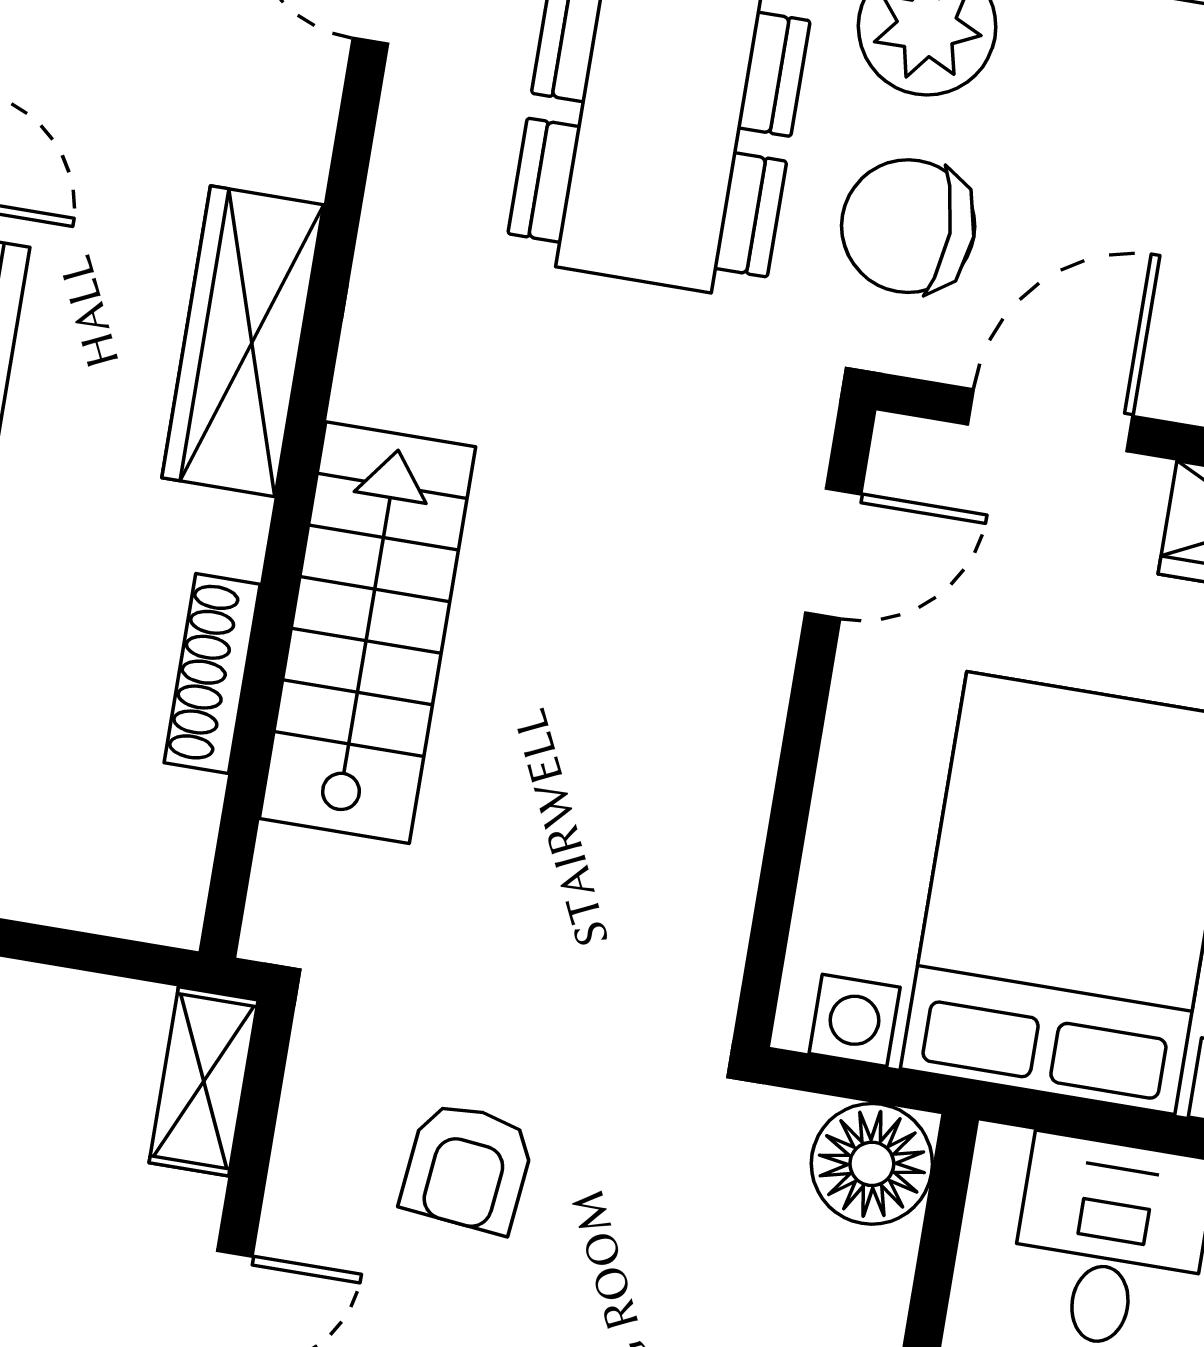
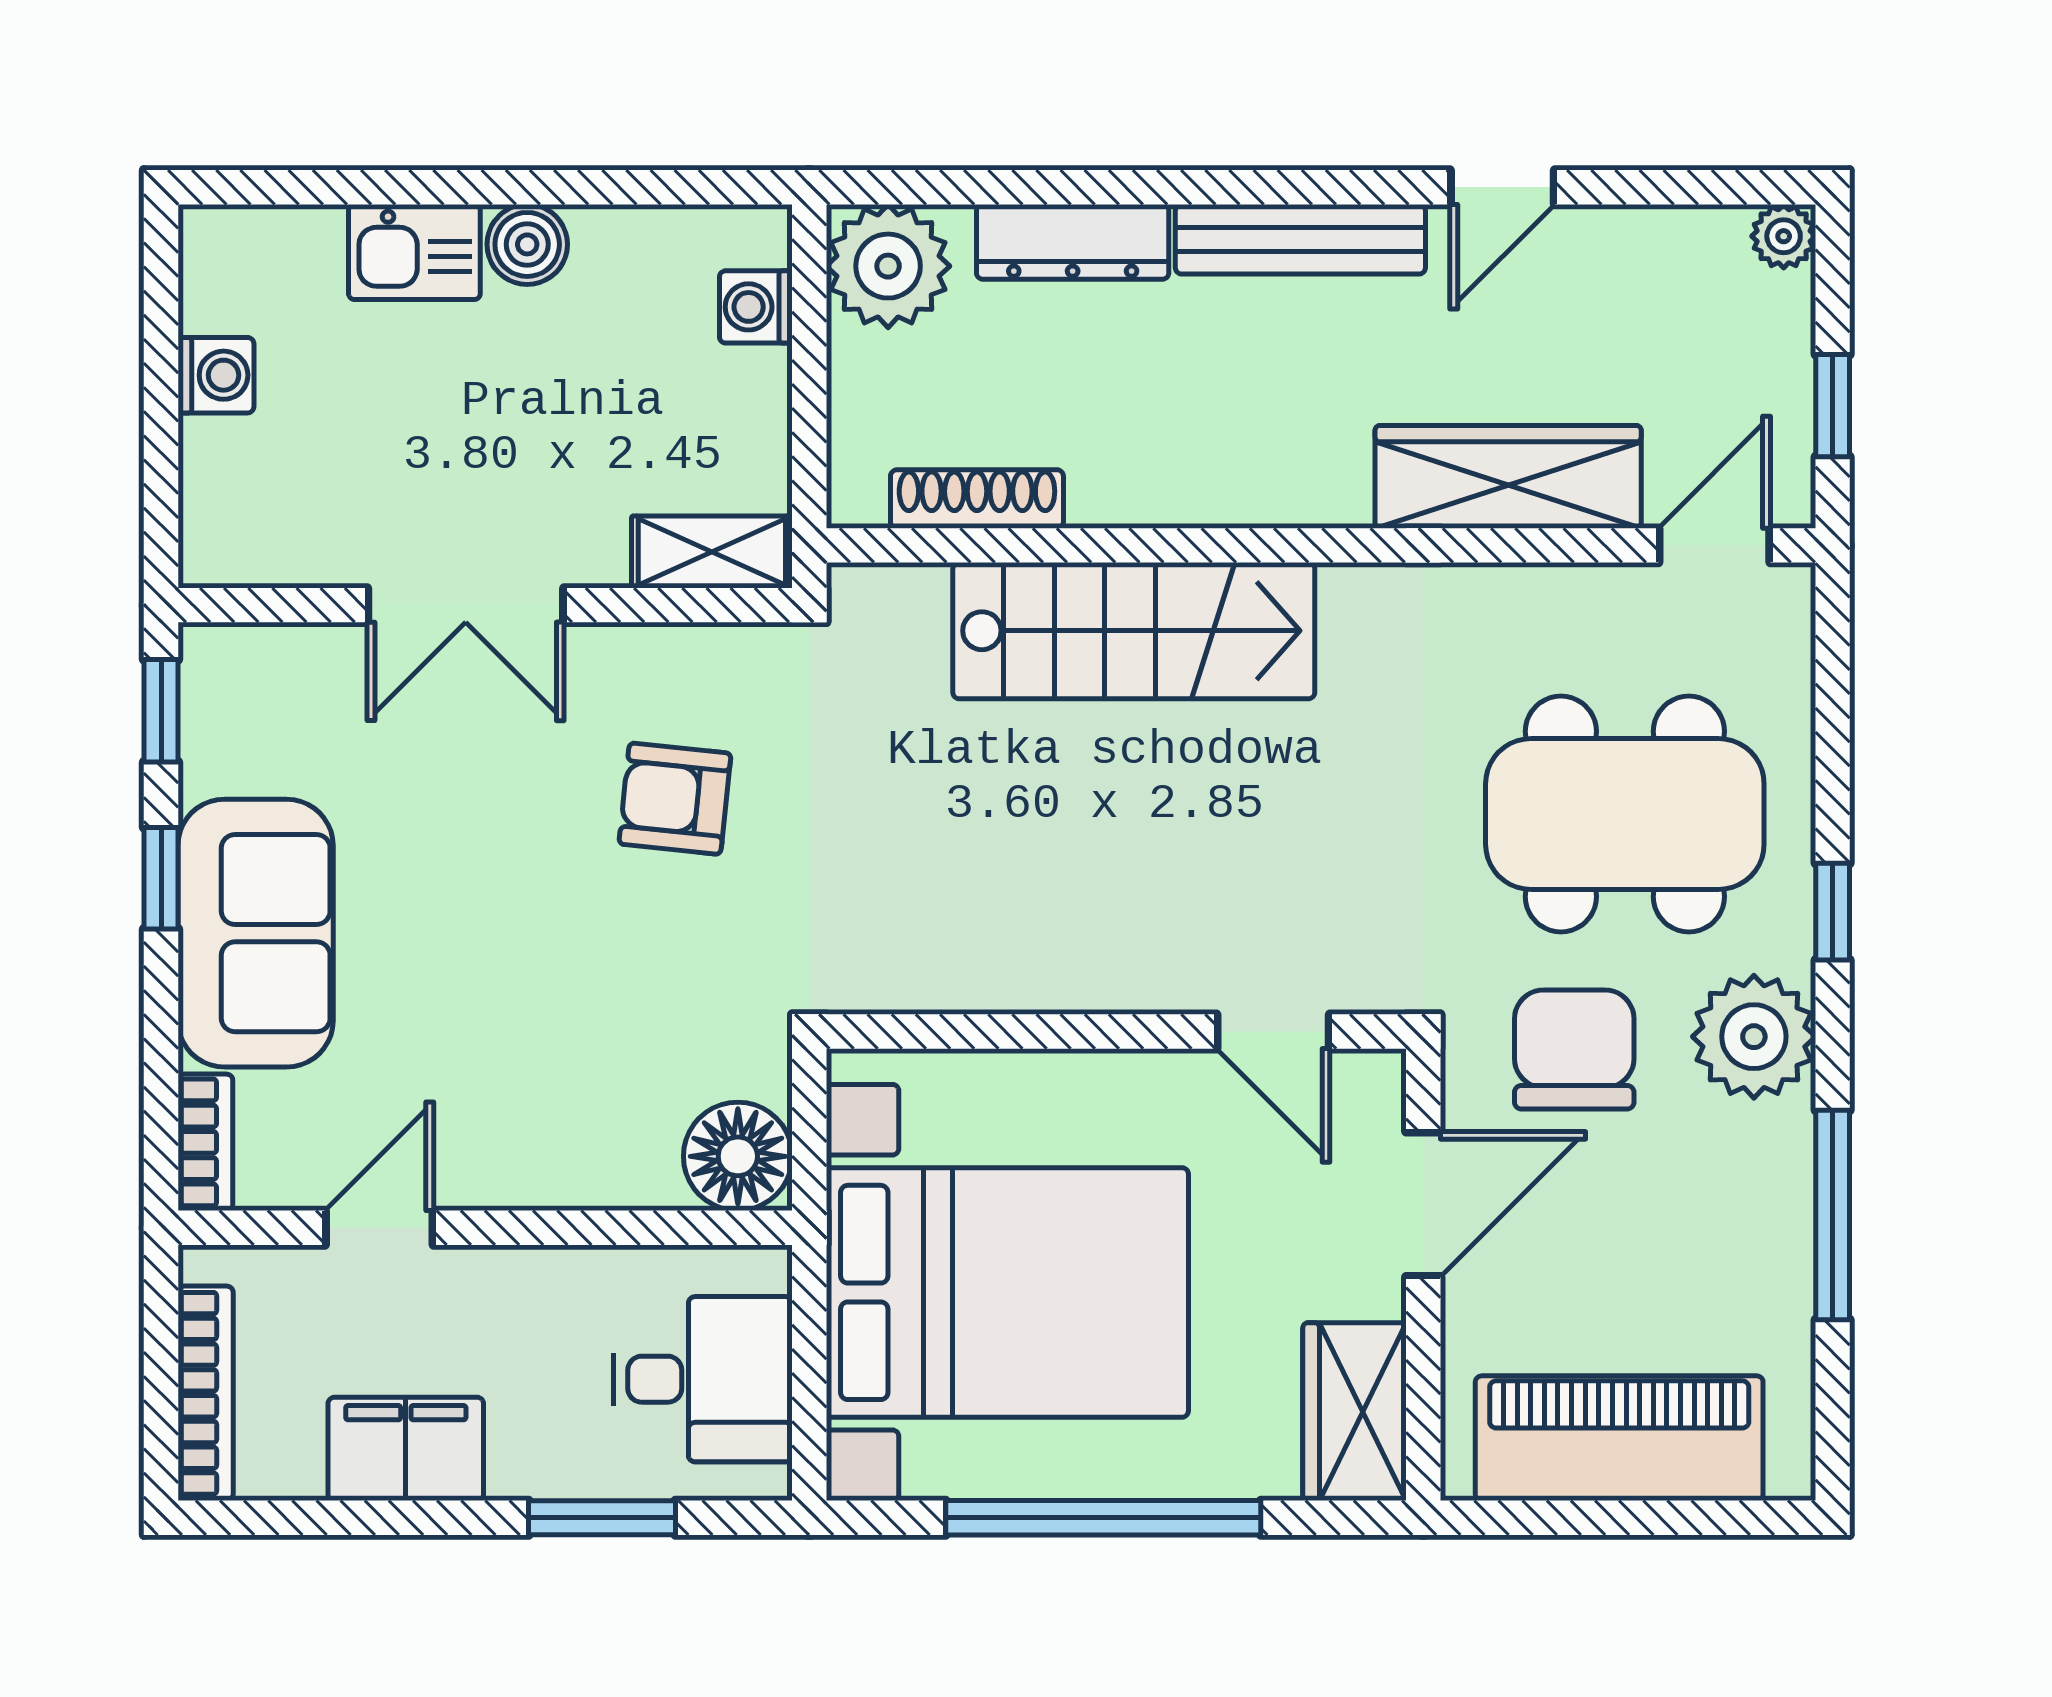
wardrobe: (243, 341) -> (1508, 477), moved
door: (1050, 420) -> (1423, 1204), hinge flipped
shoe rack: (212, 674) -> (977, 499), moved

